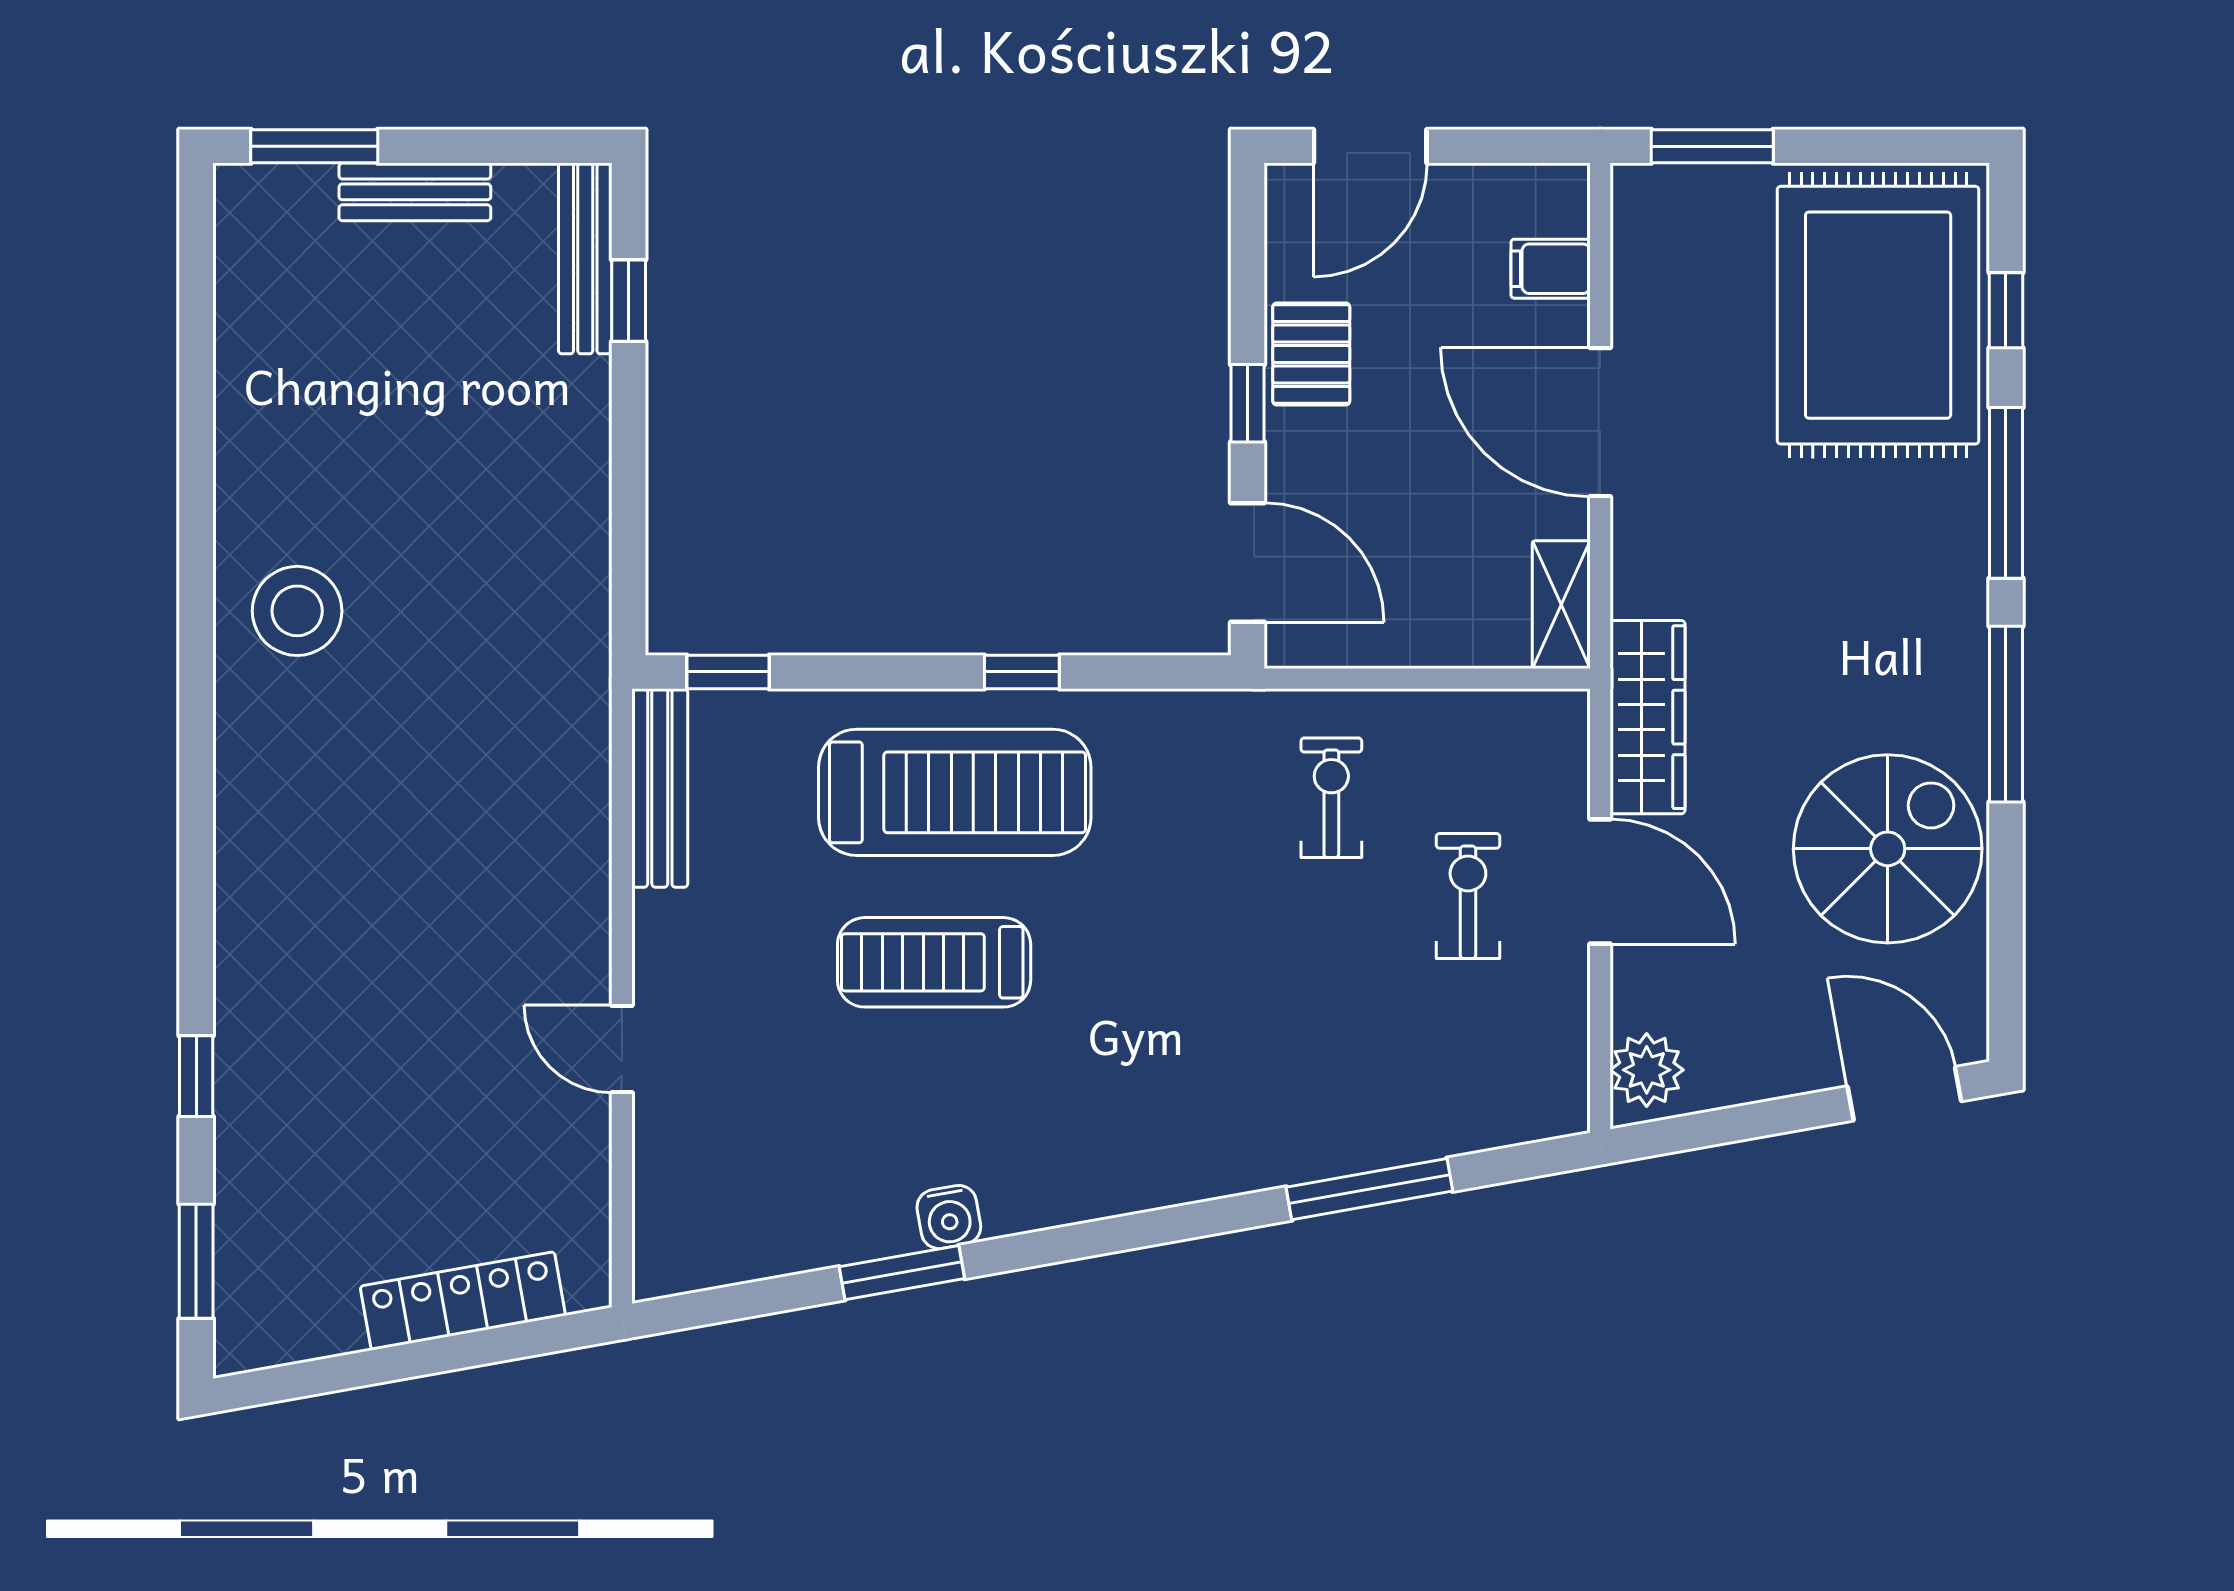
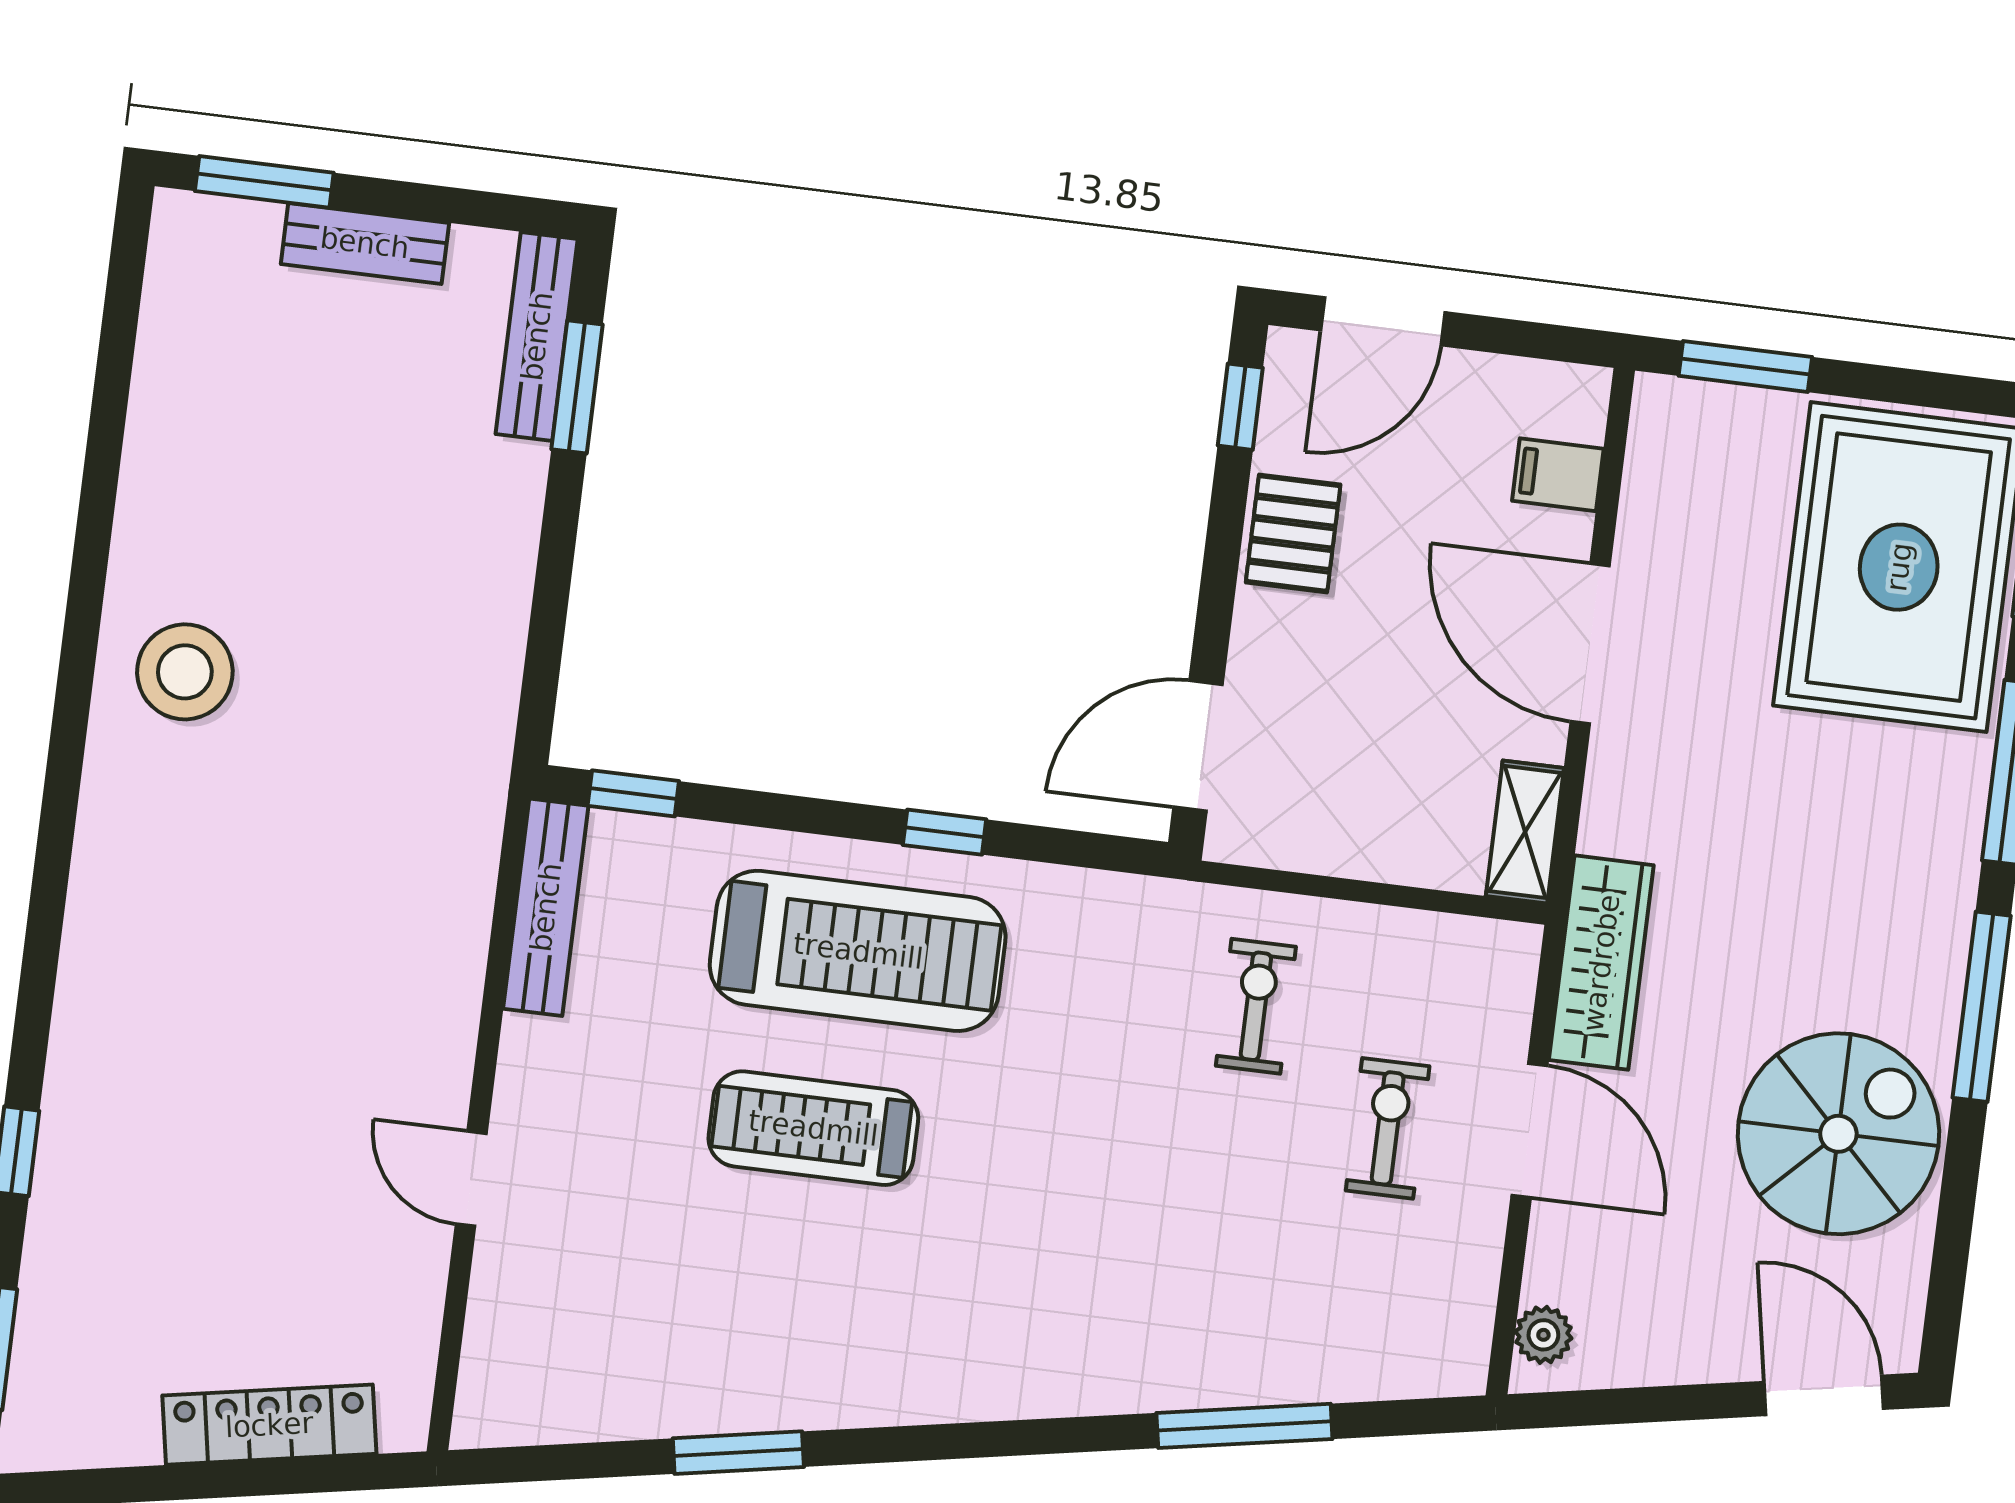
window: (629, 301) -> (577, 387), width x1.50
window: (1247, 403) -> (1240, 407), moved
door: (1247, 562) -> (1198, 746), swing flipped
plant: (1647, 1070) -> (1543, 1335), width x0.73, depth x0.73
water cooler: (949, 1217) -> (795, 1400), removed

